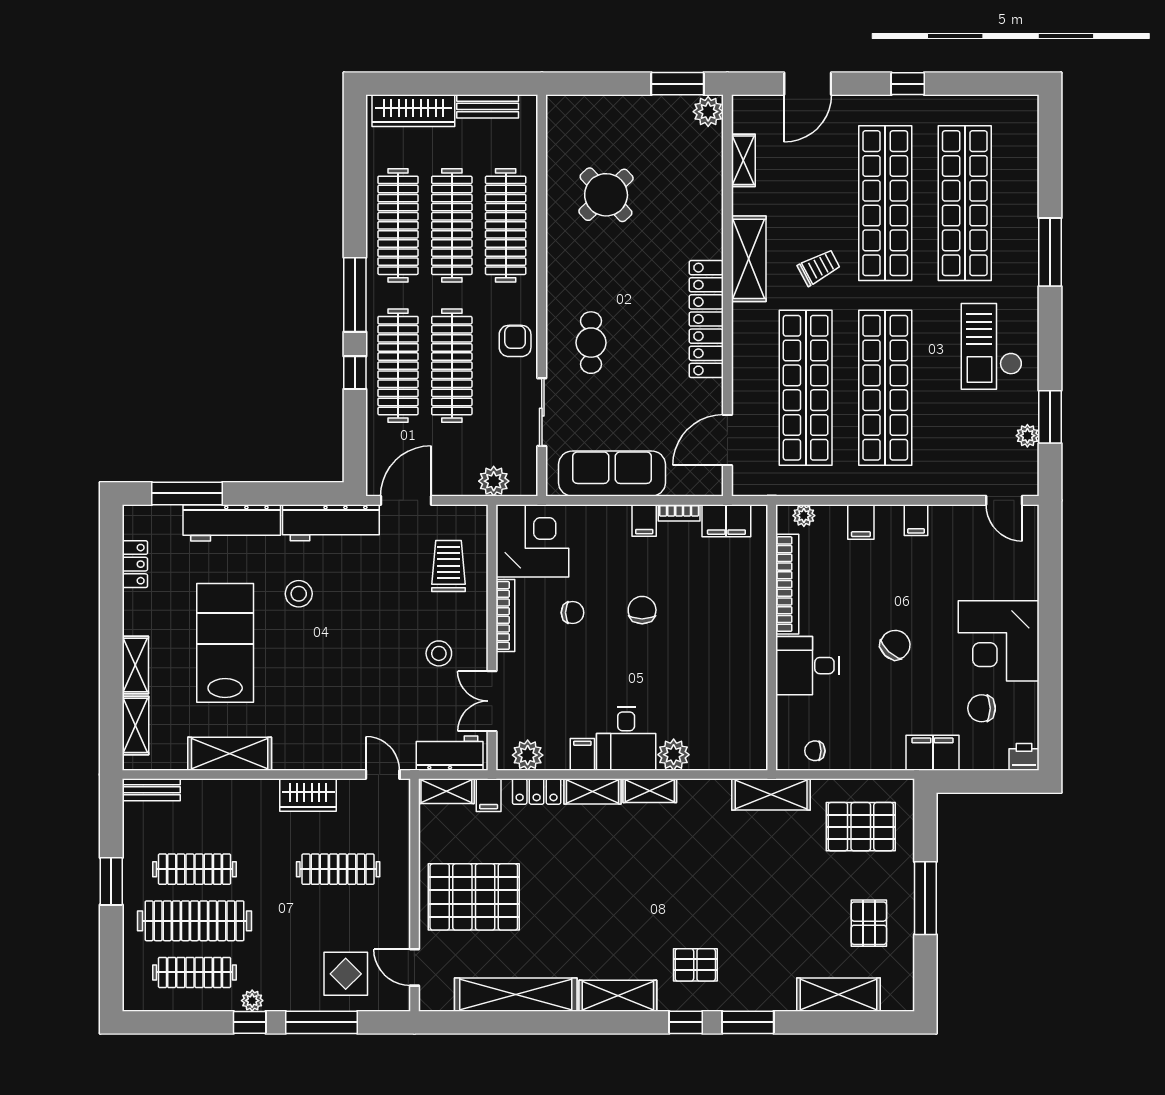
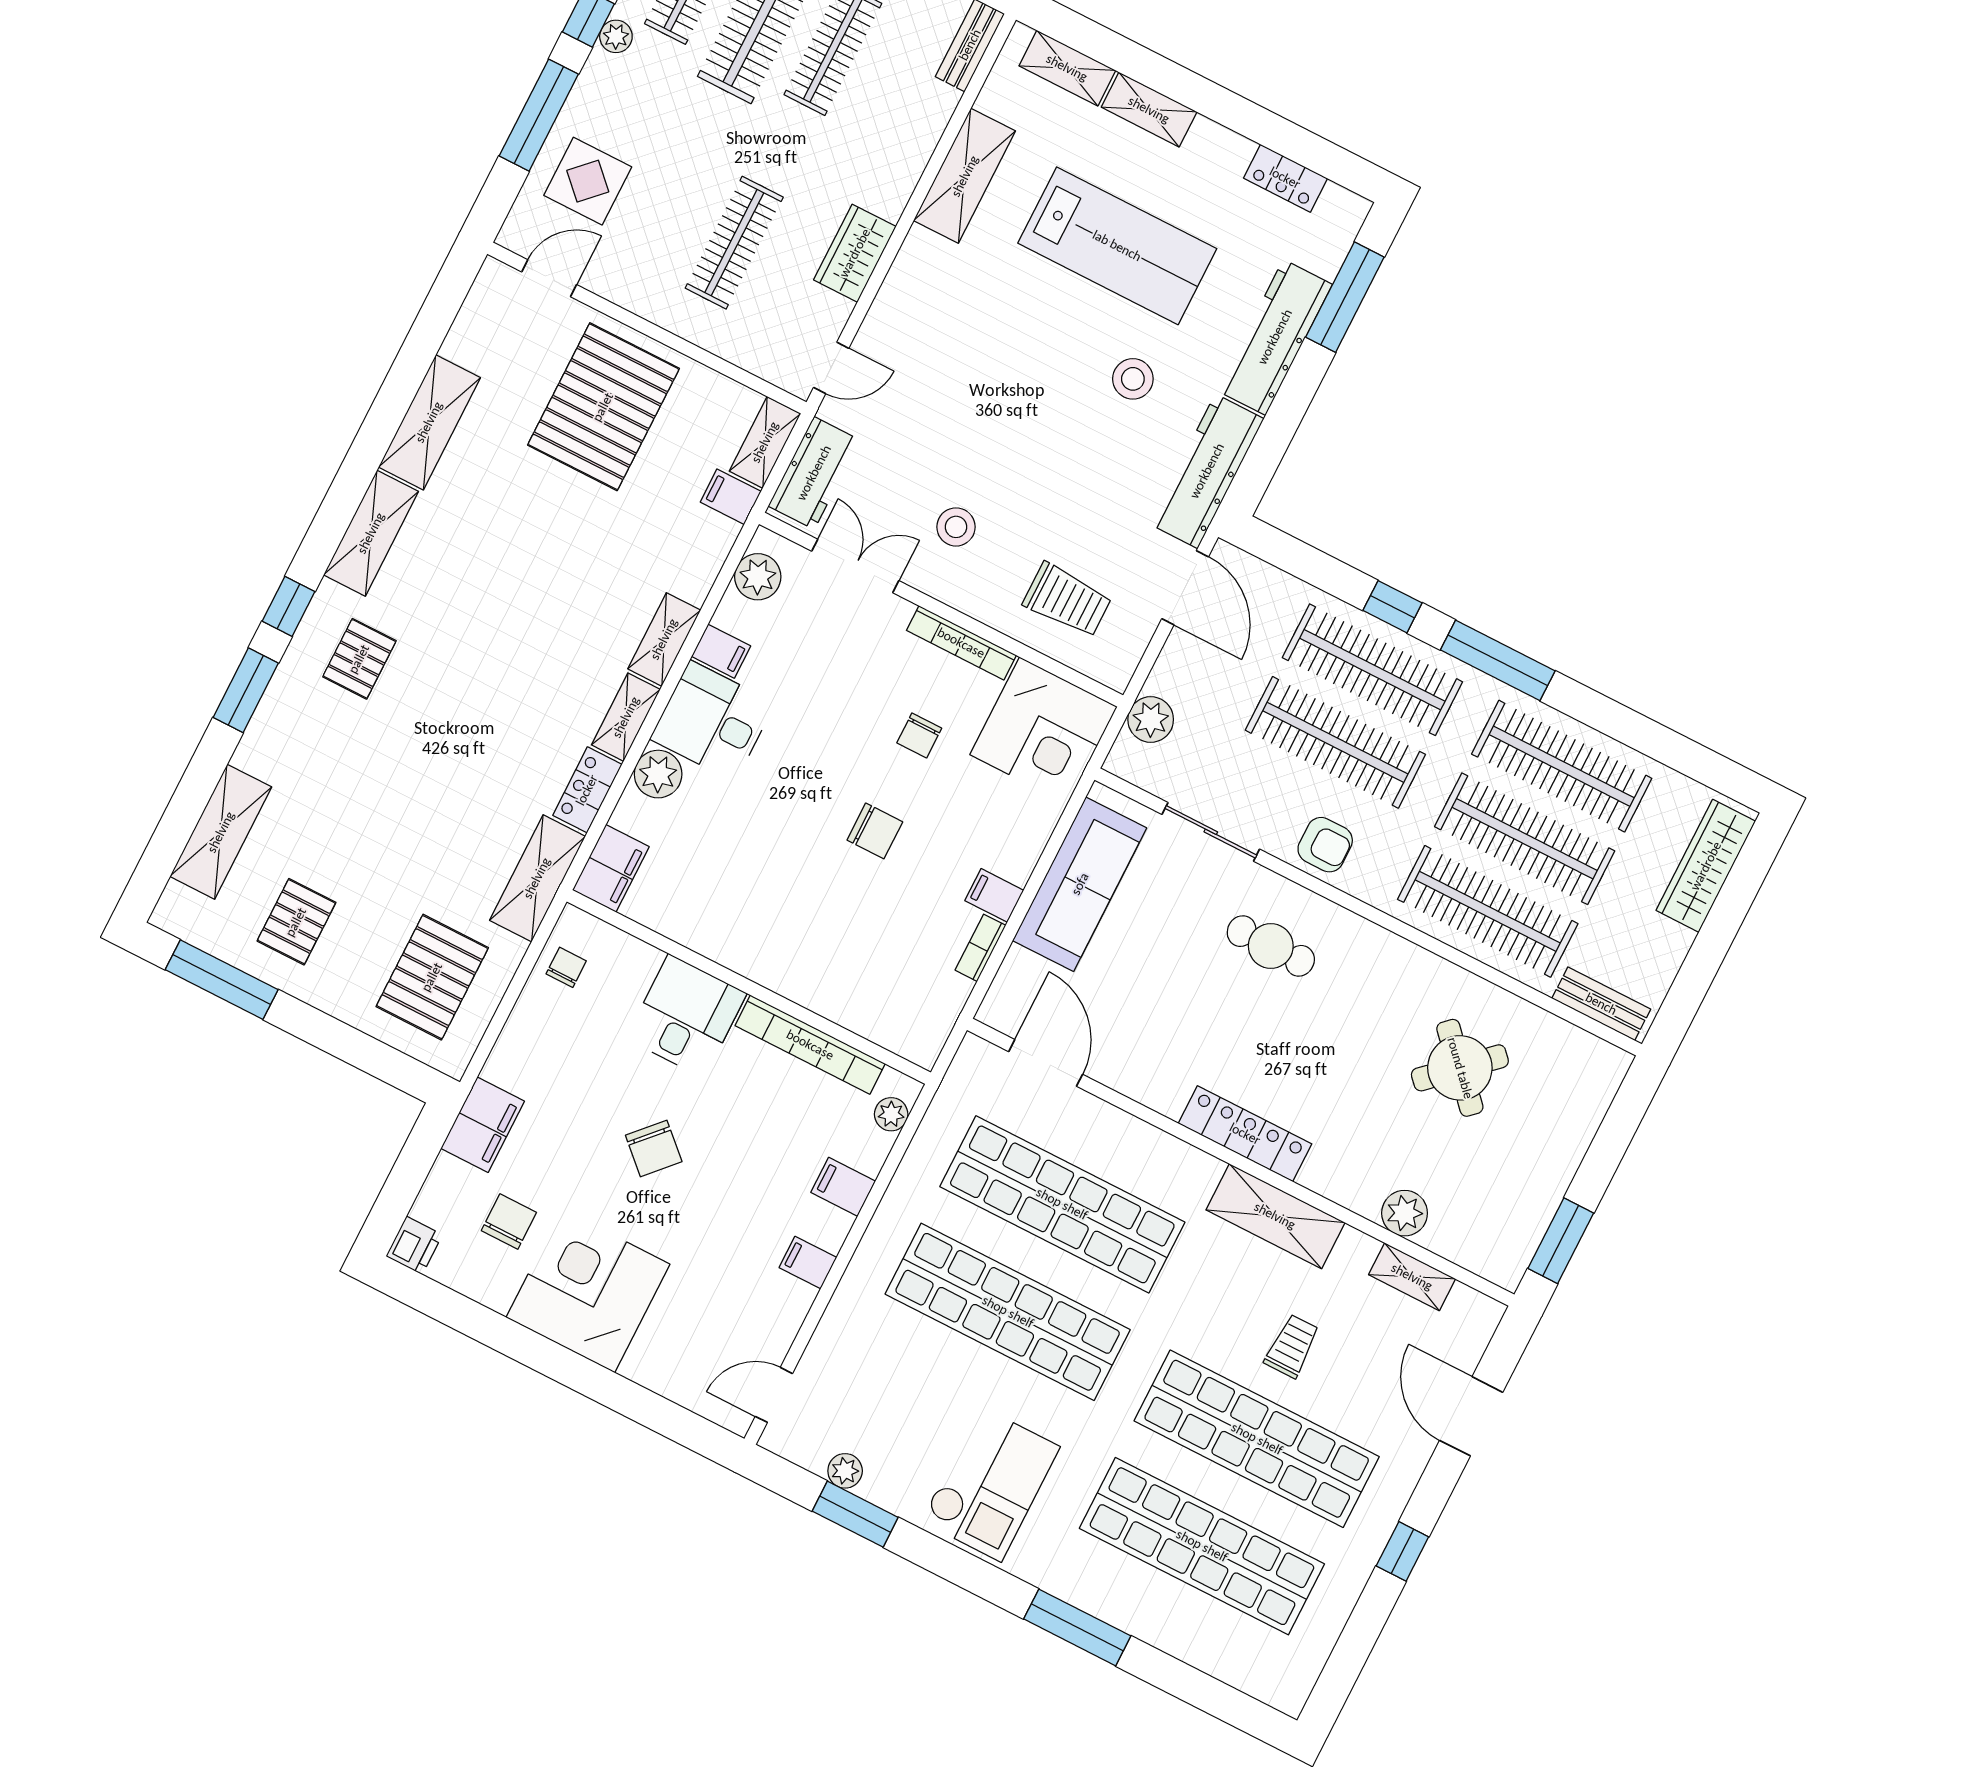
bench: (488, 106) -> (1601, 1004), moved, turned 90
plant: (708, 112) -> (1405, 1213), moved
trolley: (819, 267) -> (1292, 1346), moved, turned -152
locker: (706, 319) -> (1245, 1134), width x0.71, depth x0.83
checkout: (992, 346) -> (990, 1484), turned 90
filing cabinet: (726, 521) -> (611, 868), moved, turned 180
locker: (537, 792) -> (587, 790), moved
window: (925, 898) -> (222, 980), moved
pallet: (869, 923) -> (296, 922), turned 90
shelving: (516, 995) -> (429, 422), width x0.68

